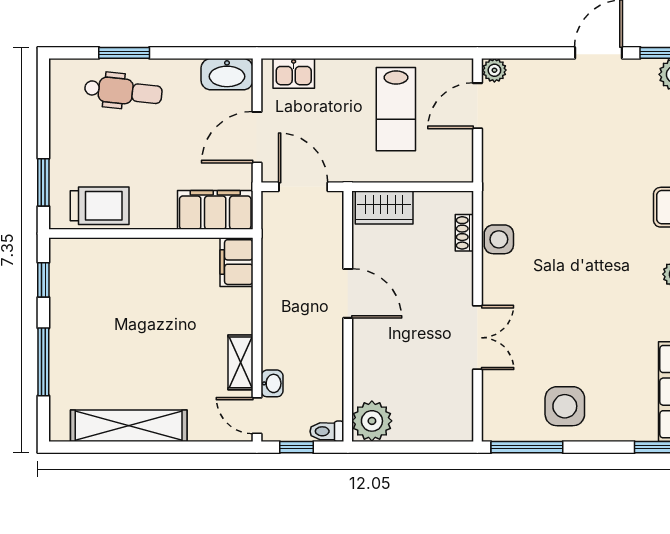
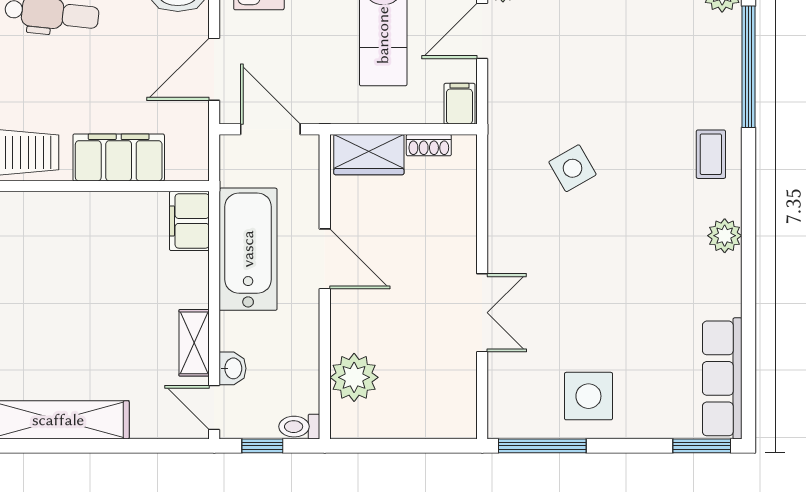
filing cabinet: (459, 166) -> (459, 104), added
filing cabinet: (215, 210) -> (119, 158), moved
shoe rack: (464, 233) -> (429, 145), moved, turned -90
side table: (499, 239) -> (573, 168), moved, turned -30
bathtub: (285, 285) -> (248, 249), added
plant: (372, 421) -> (354, 377), moved

